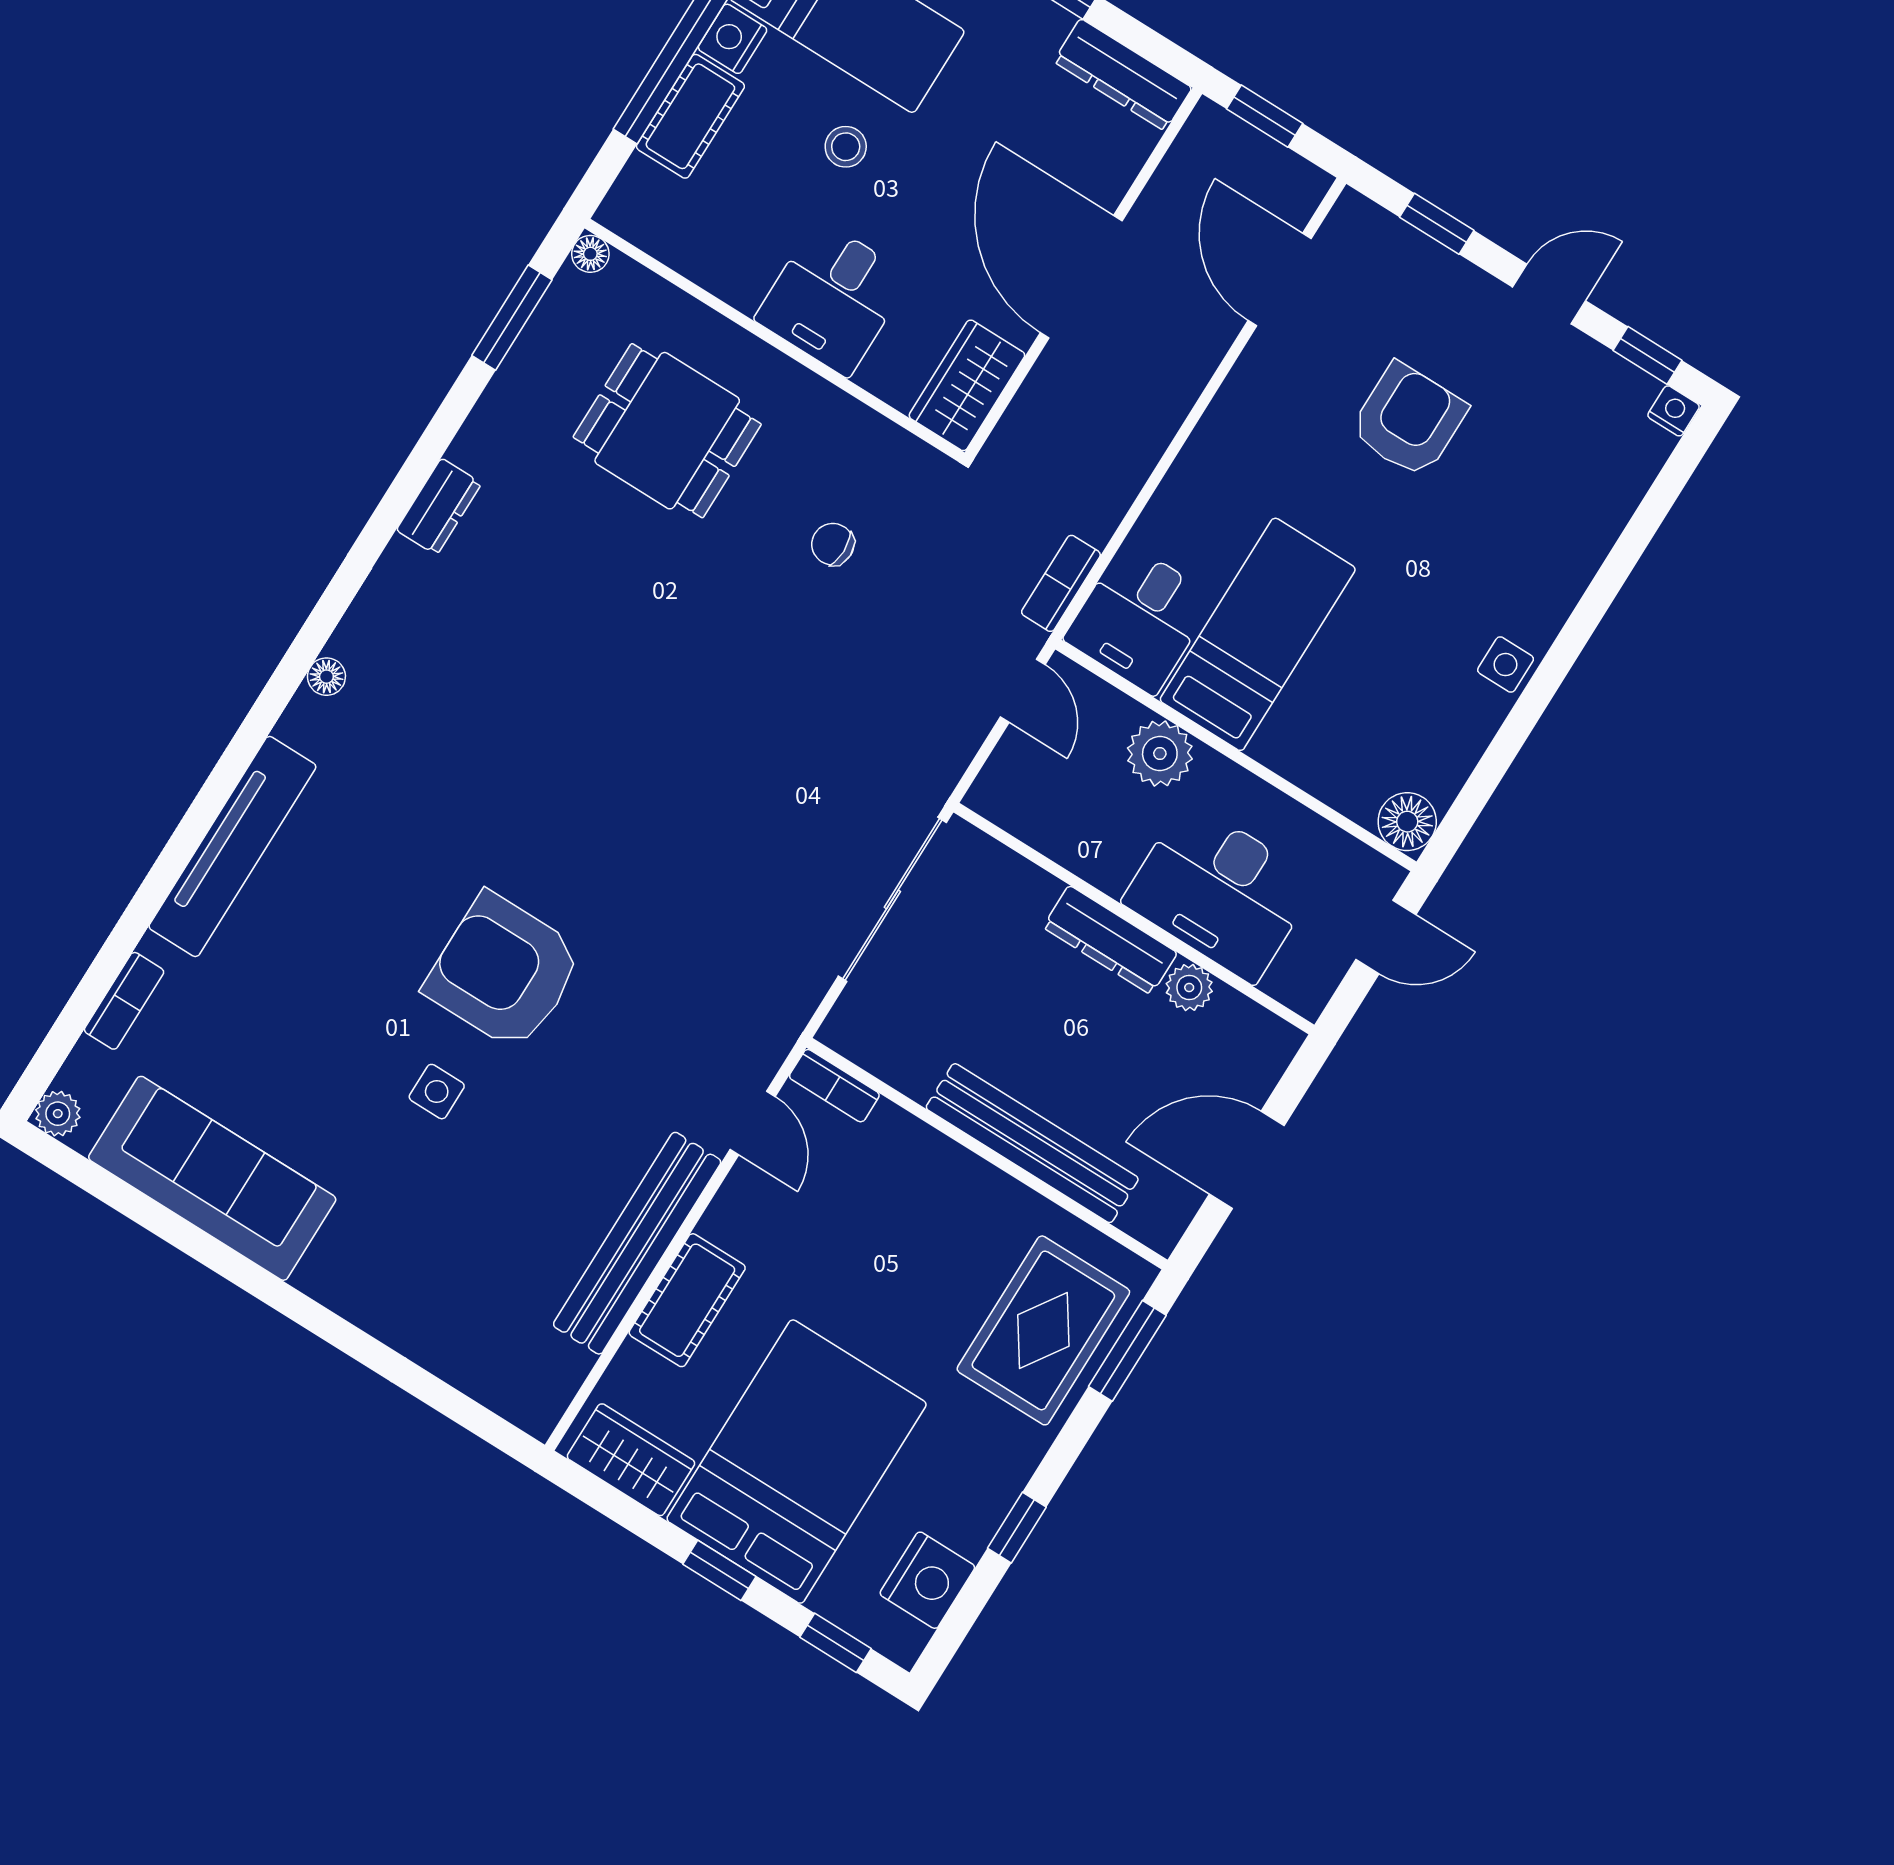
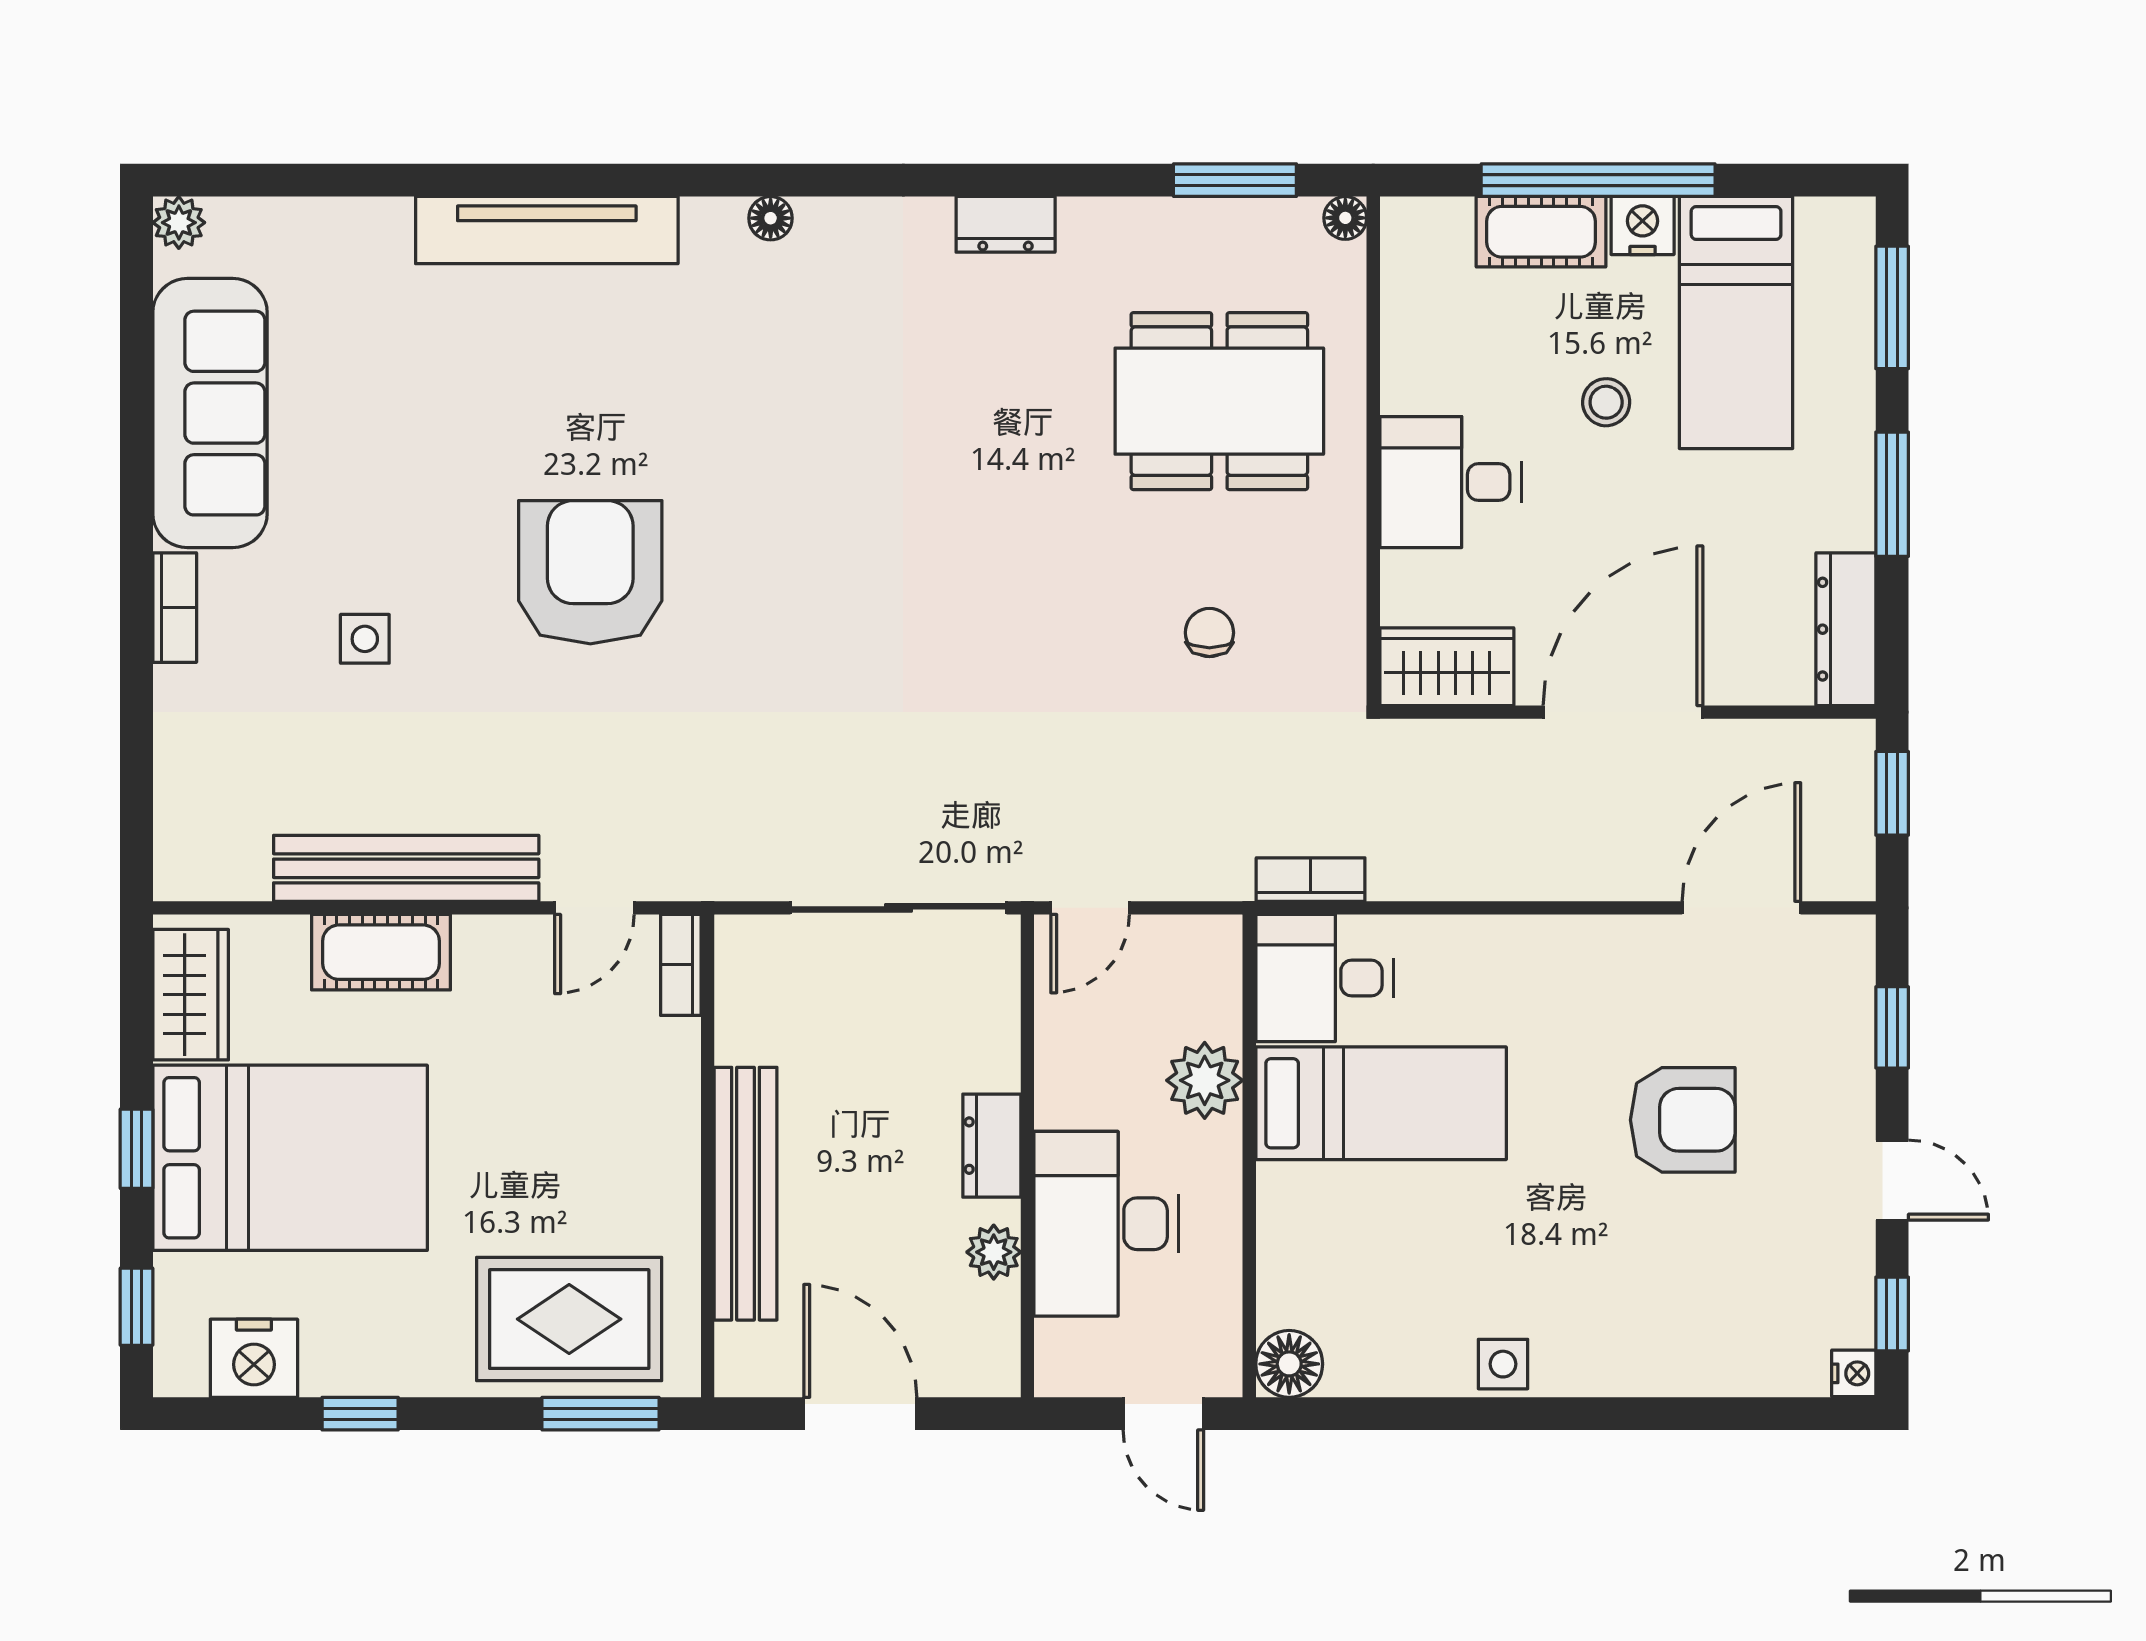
dining table: (667, 431) -> (1219, 401), width x1.37
door: (1023, 691) -> (1090, 908), moved
dresser: (1110, 940) -> (992, 1146), width x0.70
bookcase: (124, 1001) -> (175, 608), moved, turned -90
side table: (437, 1092) -> (365, 639), moved

